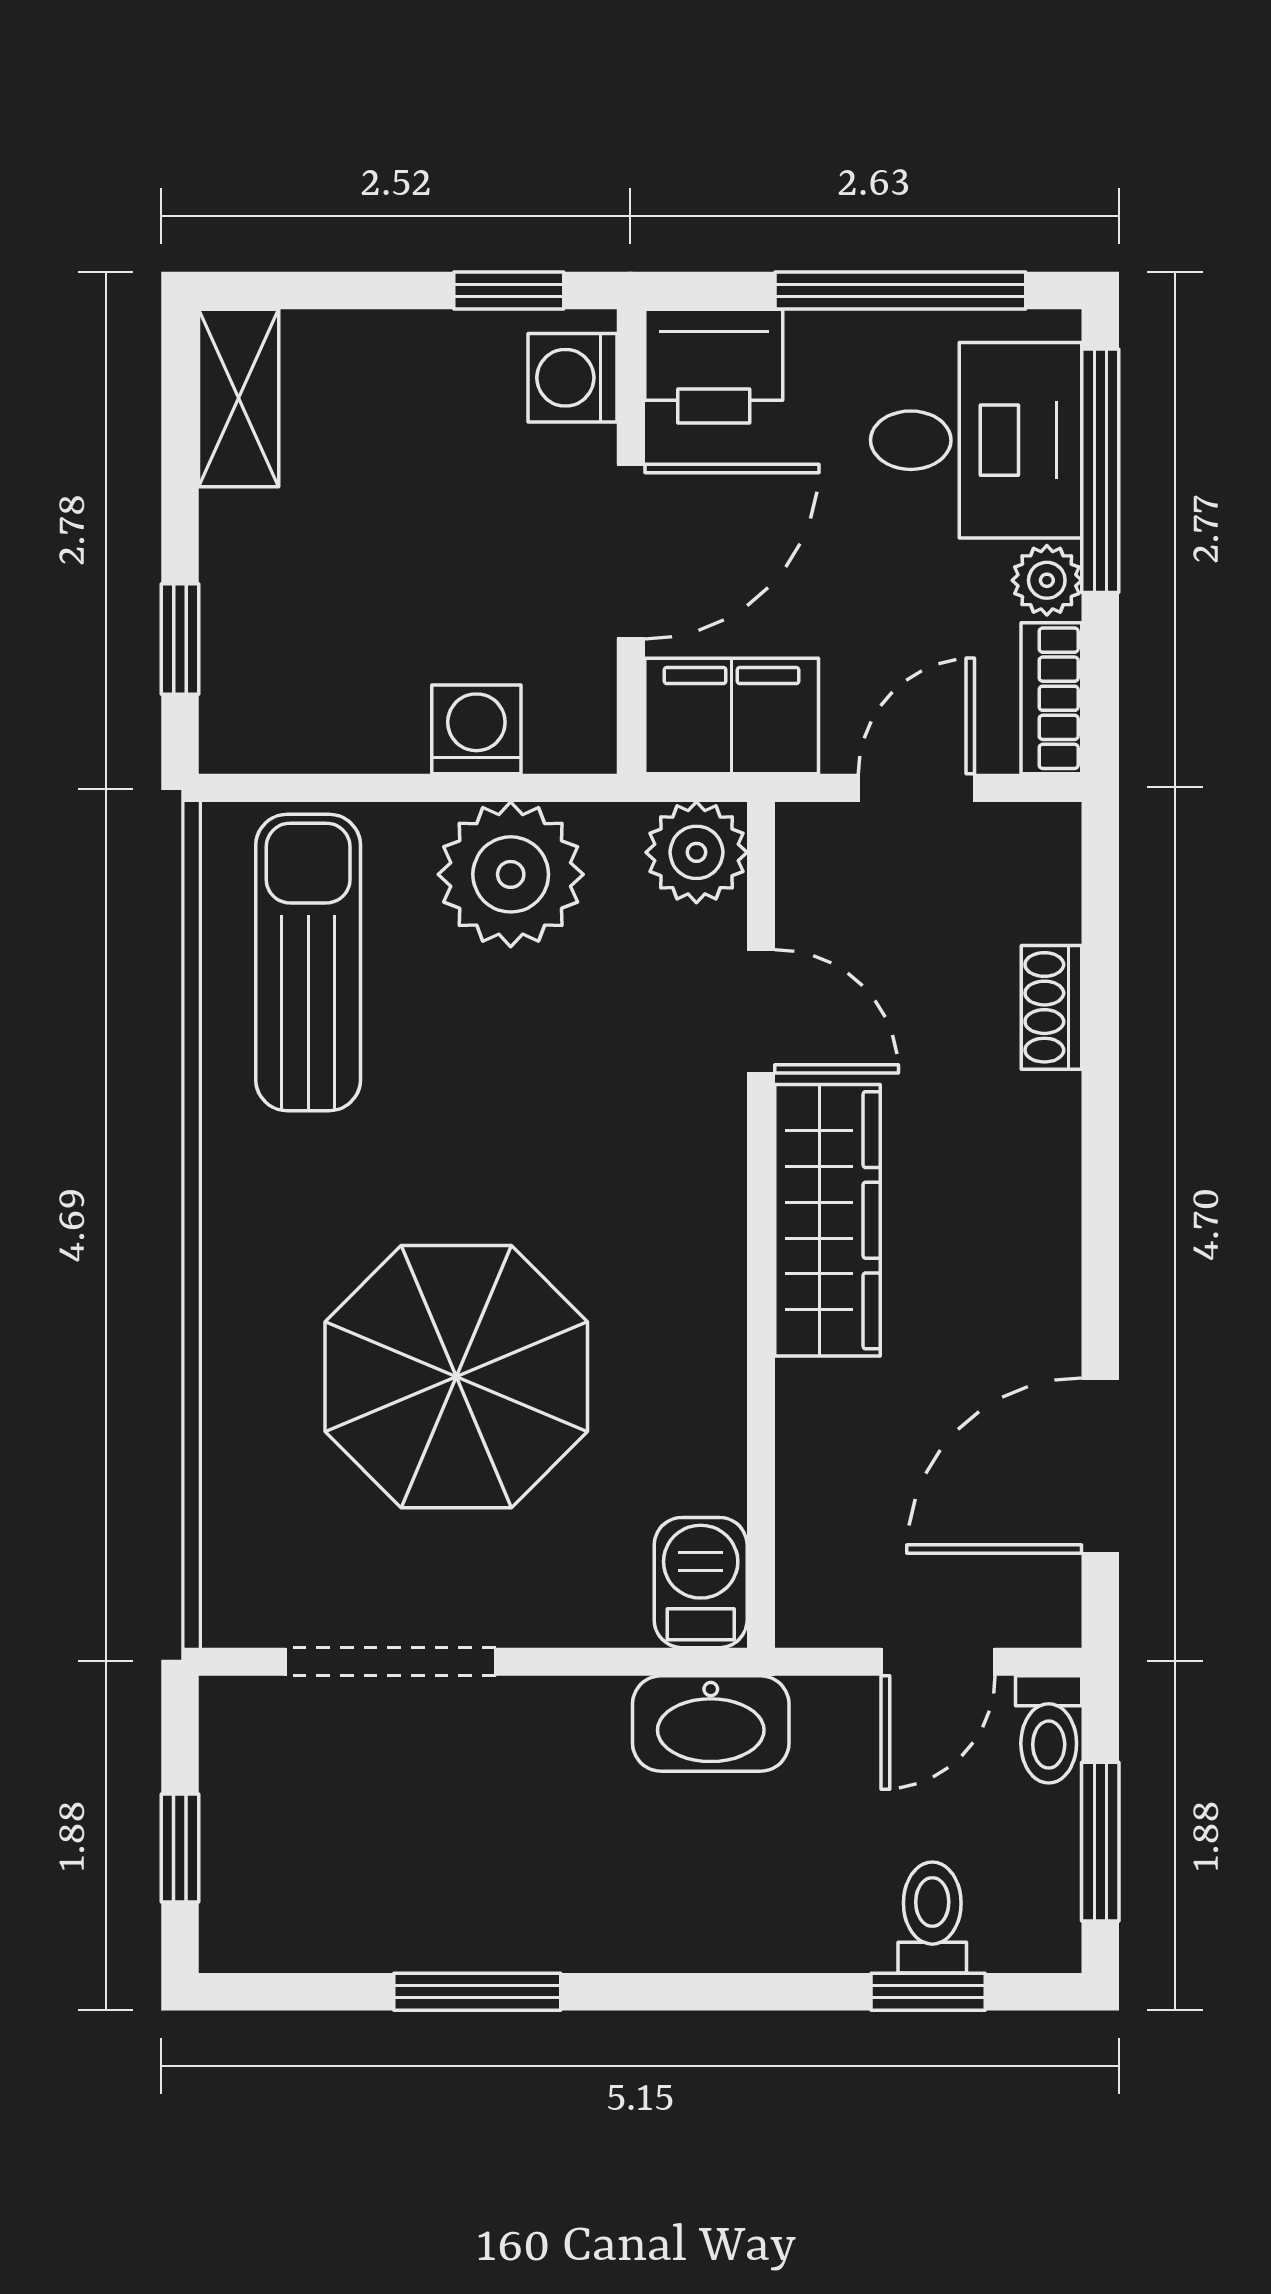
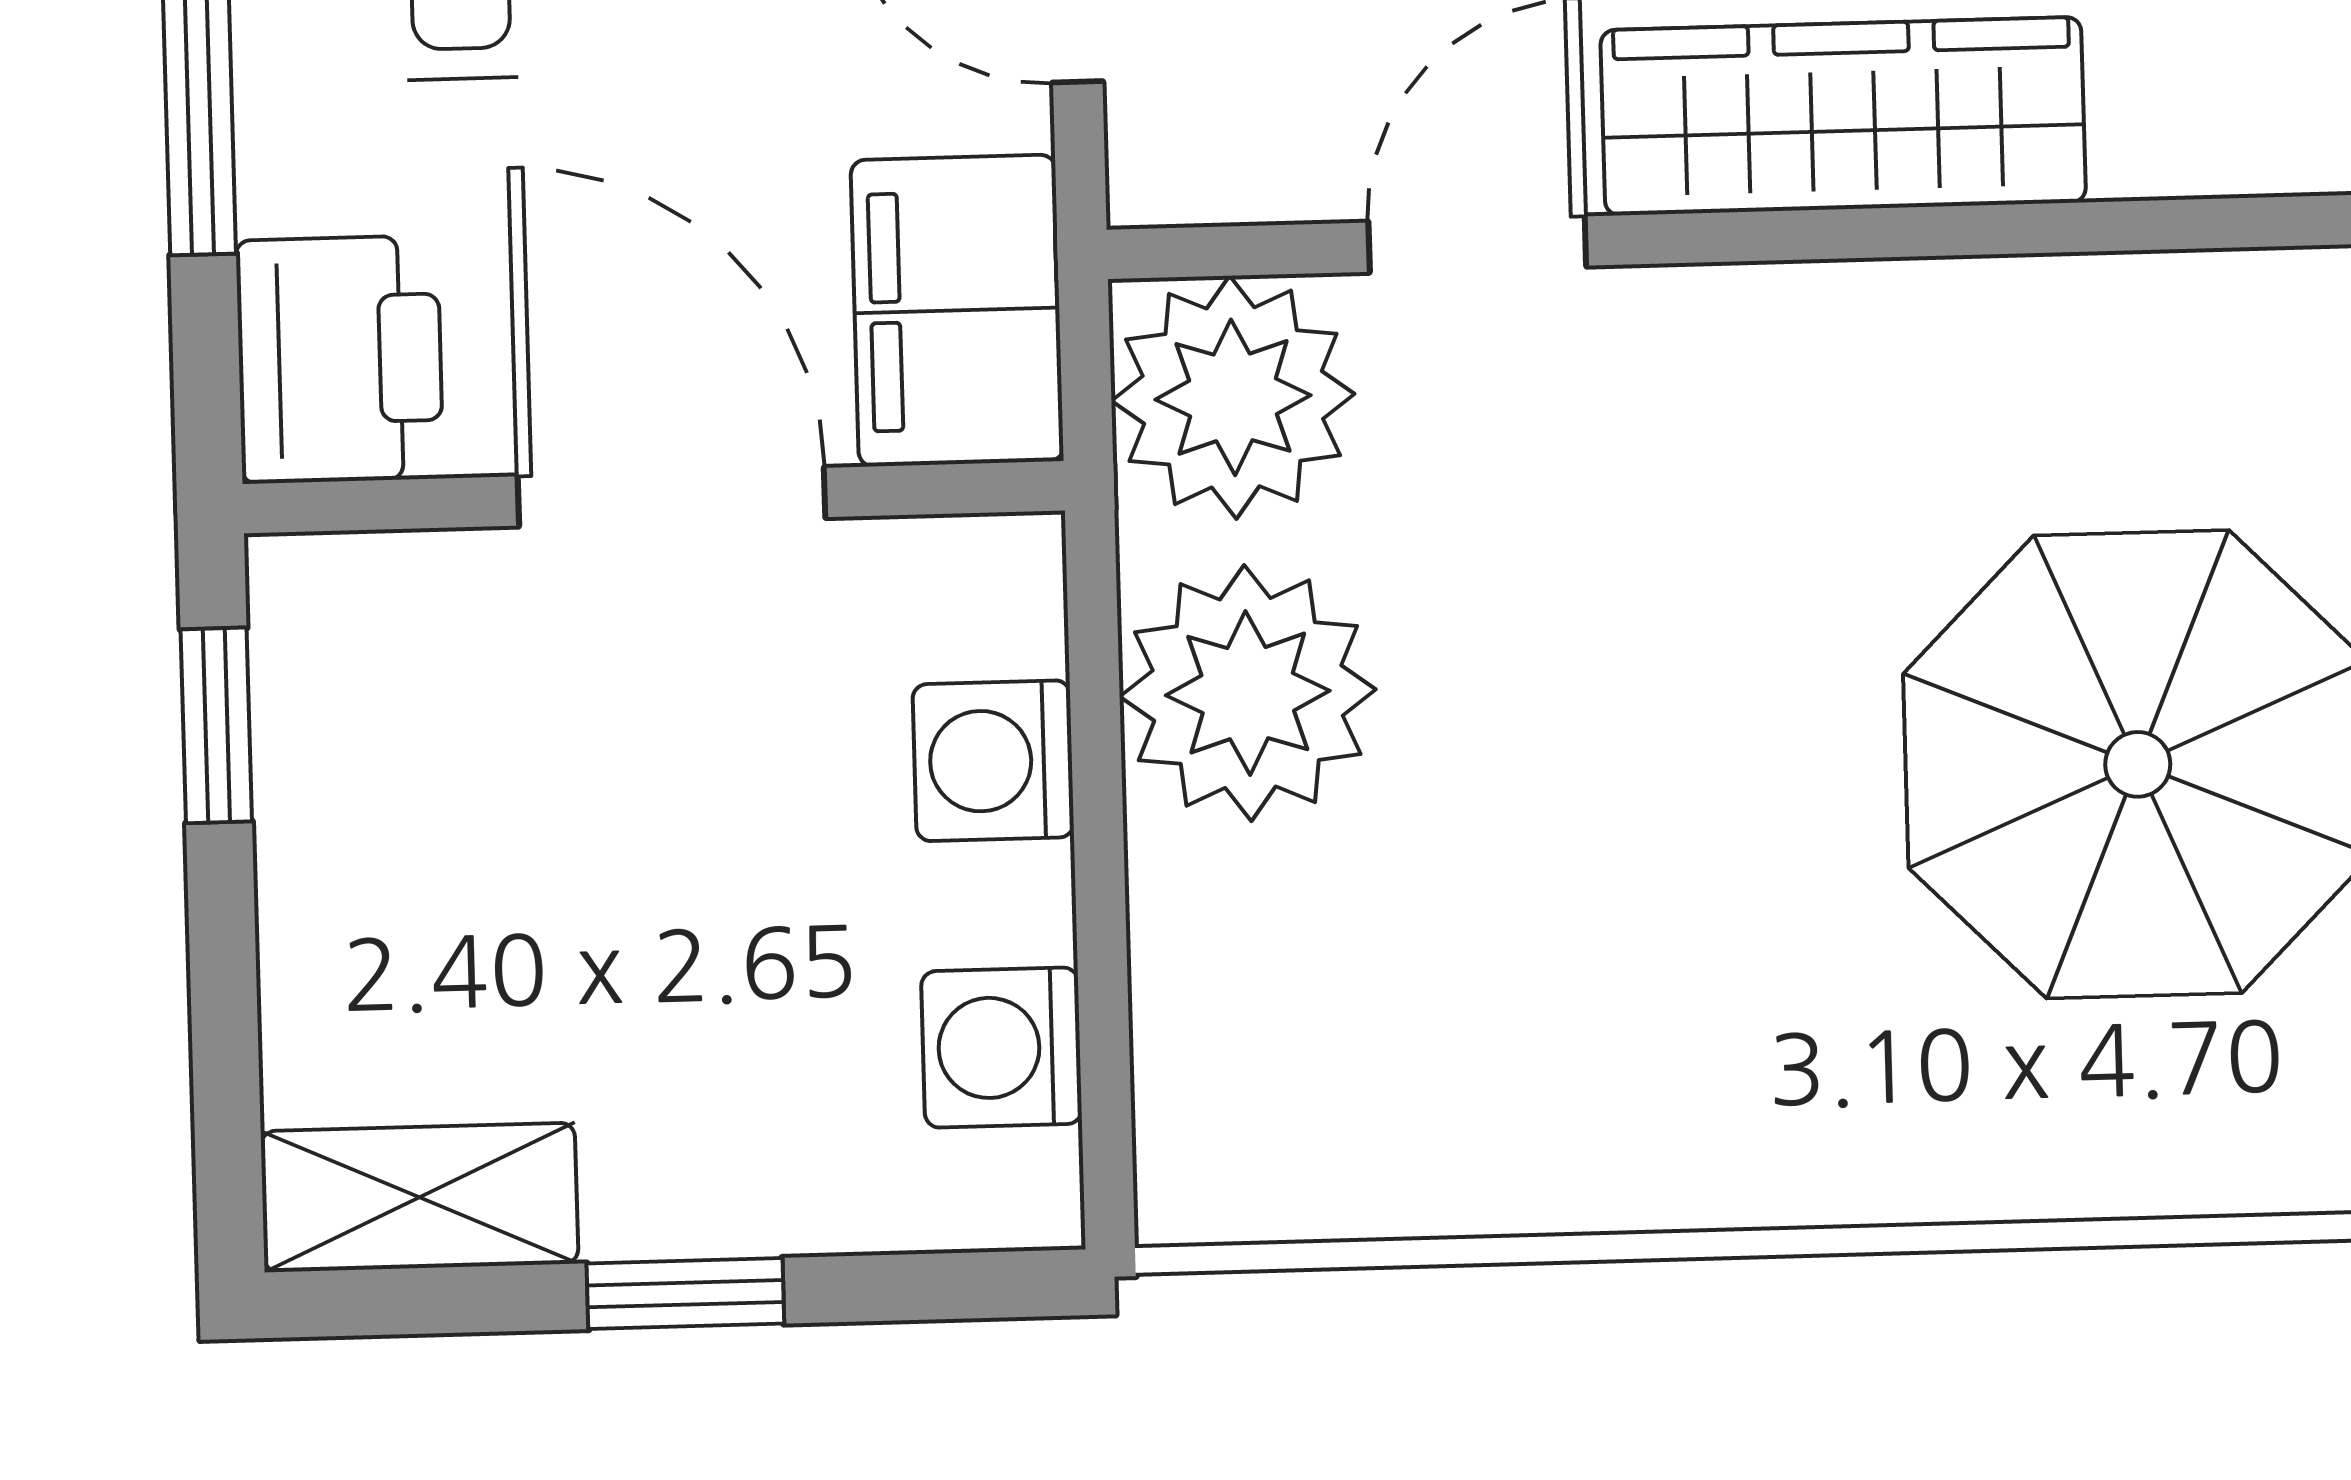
washing machine: (572, 378) -> (1002, 1048), moved, turned 90
window: (180, 639) -> (685, 1294), moved
plant: (696, 852) -> (1233, 397), width x1.36, depth x1.36
sun lounger: (308, 963) -> (1413, 1047), removed

